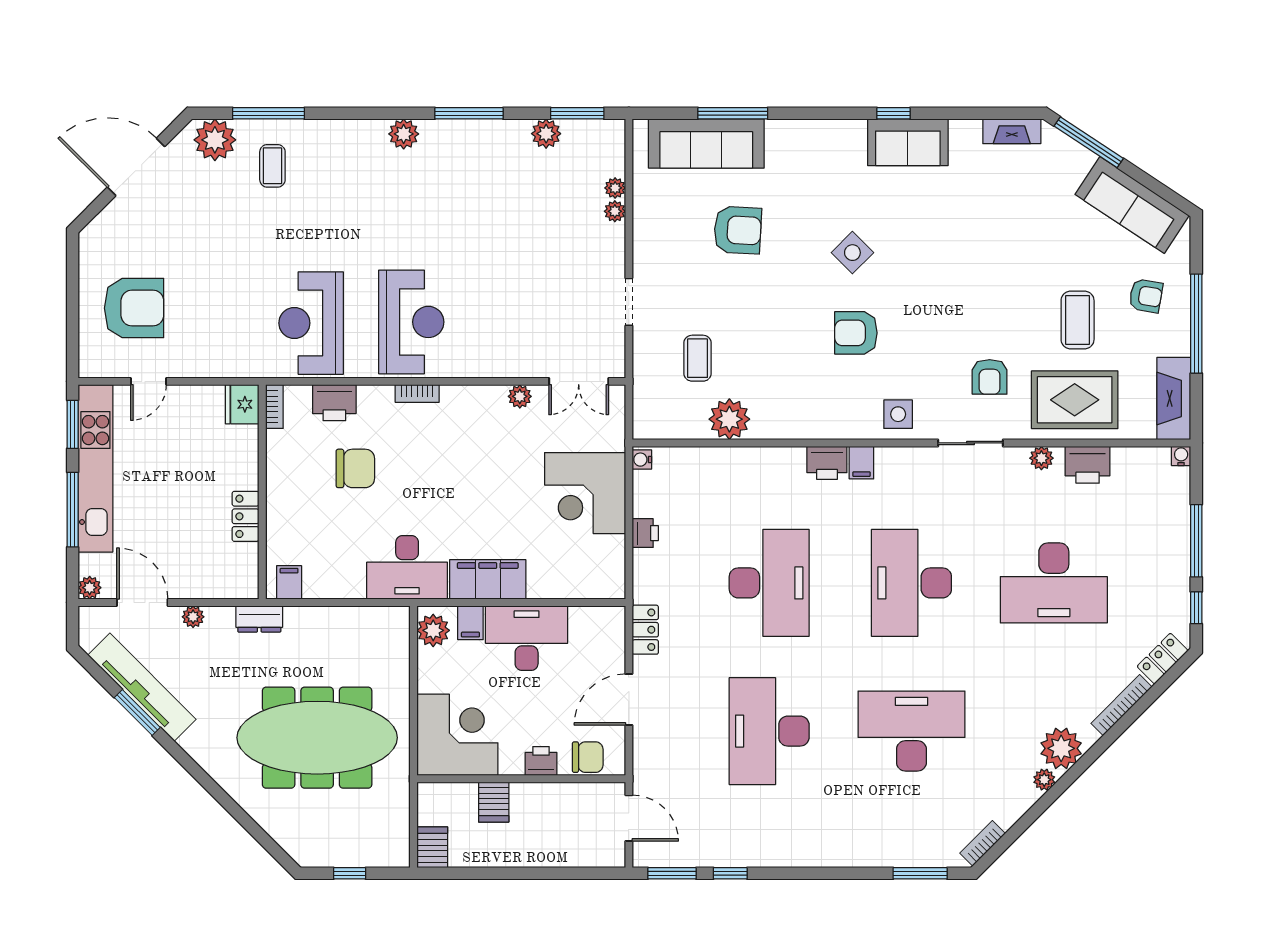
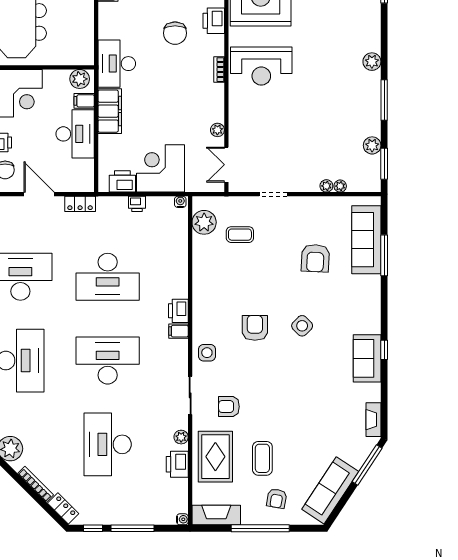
coffee table: (1078, 320) -> (262, 458), turned 90
plant: (729, 419) -> (204, 222), moved
printer: (607, 558) -> (122, 181), added

